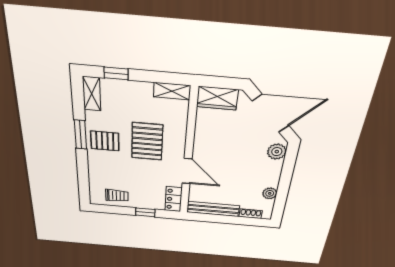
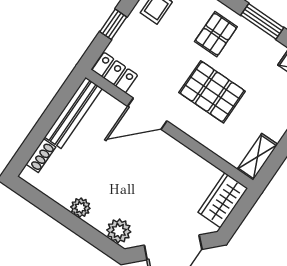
pallet: (105, 141) -> (216, 34), moved
plant: (270, 193) -> (80, 208), moved

